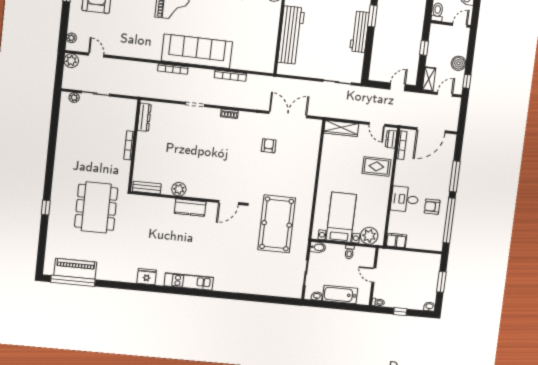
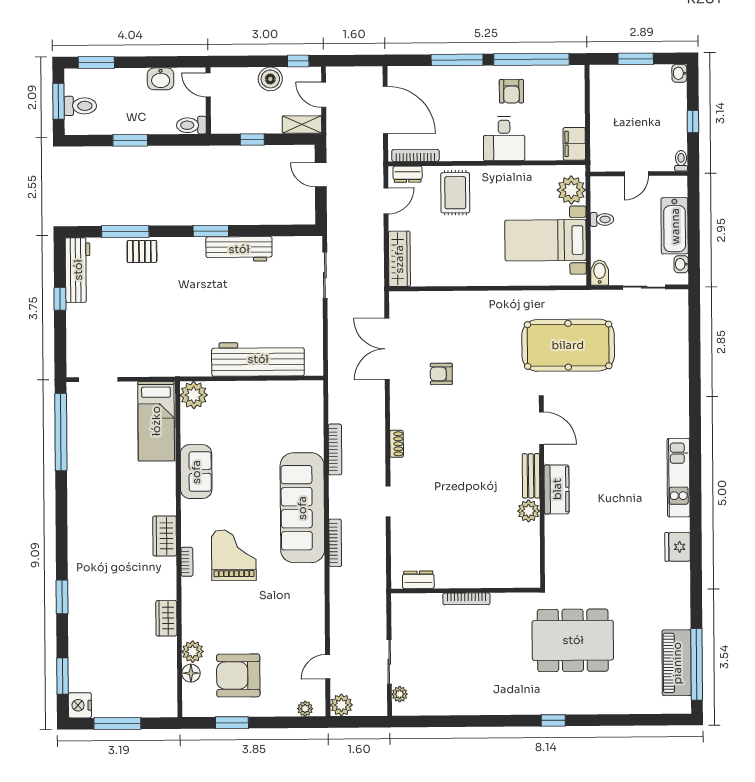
dresser: (144, 117) -> (418, 580), width x0.70
bench: (147, 188) -> (531, 476), moved
window: (46, 208) -> (553, 720), moved

